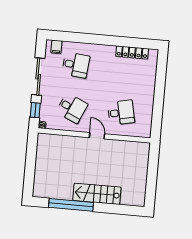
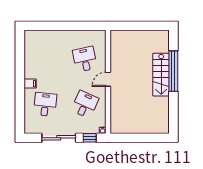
filing cabinet: (56, 47) -> (30, 84), moved
locker: (132, 52) -> (29, 54), removed
window: (71, 205) -> (173, 71), moved

